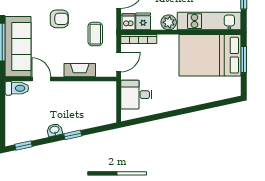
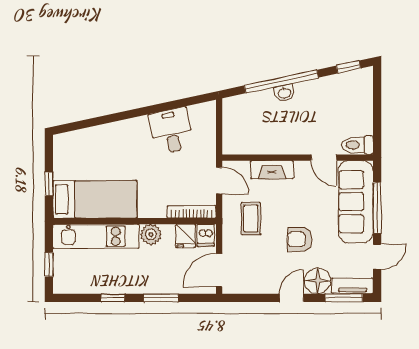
bed: (210, 55) -> (95, 199), width x0.67
window: (244, 60) -> (49, 184), width x0.67
door: (119, 62) -> (219, 181), swing flipped
desk: (136, 95) -> (171, 131), moved, turned -102
washbasin: (55, 130) -> (284, 93), moved
window: (73, 135) -> (281, 81), width x3.17

